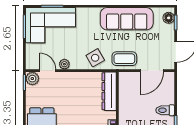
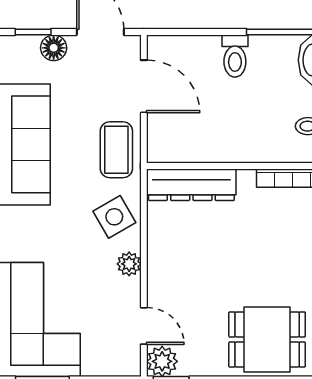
floor lamp: (169, 18) -> (54, 48), moved
plant: (64, 64) -> (129, 264), moved
door: (48, 71) -> (144, 326), swing flipped

